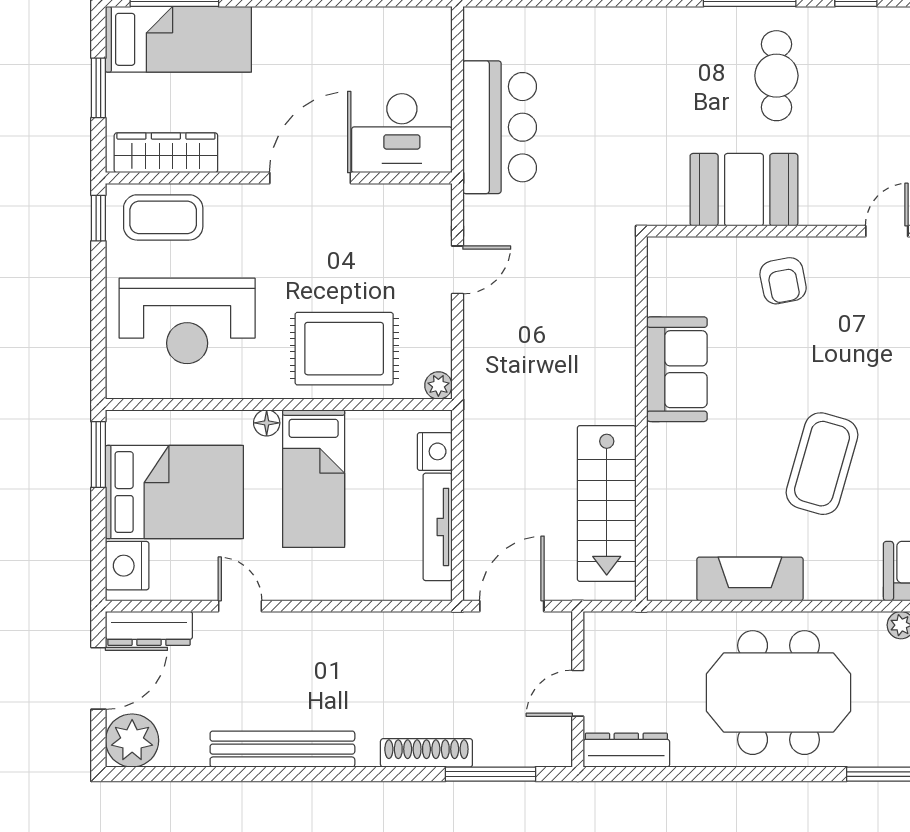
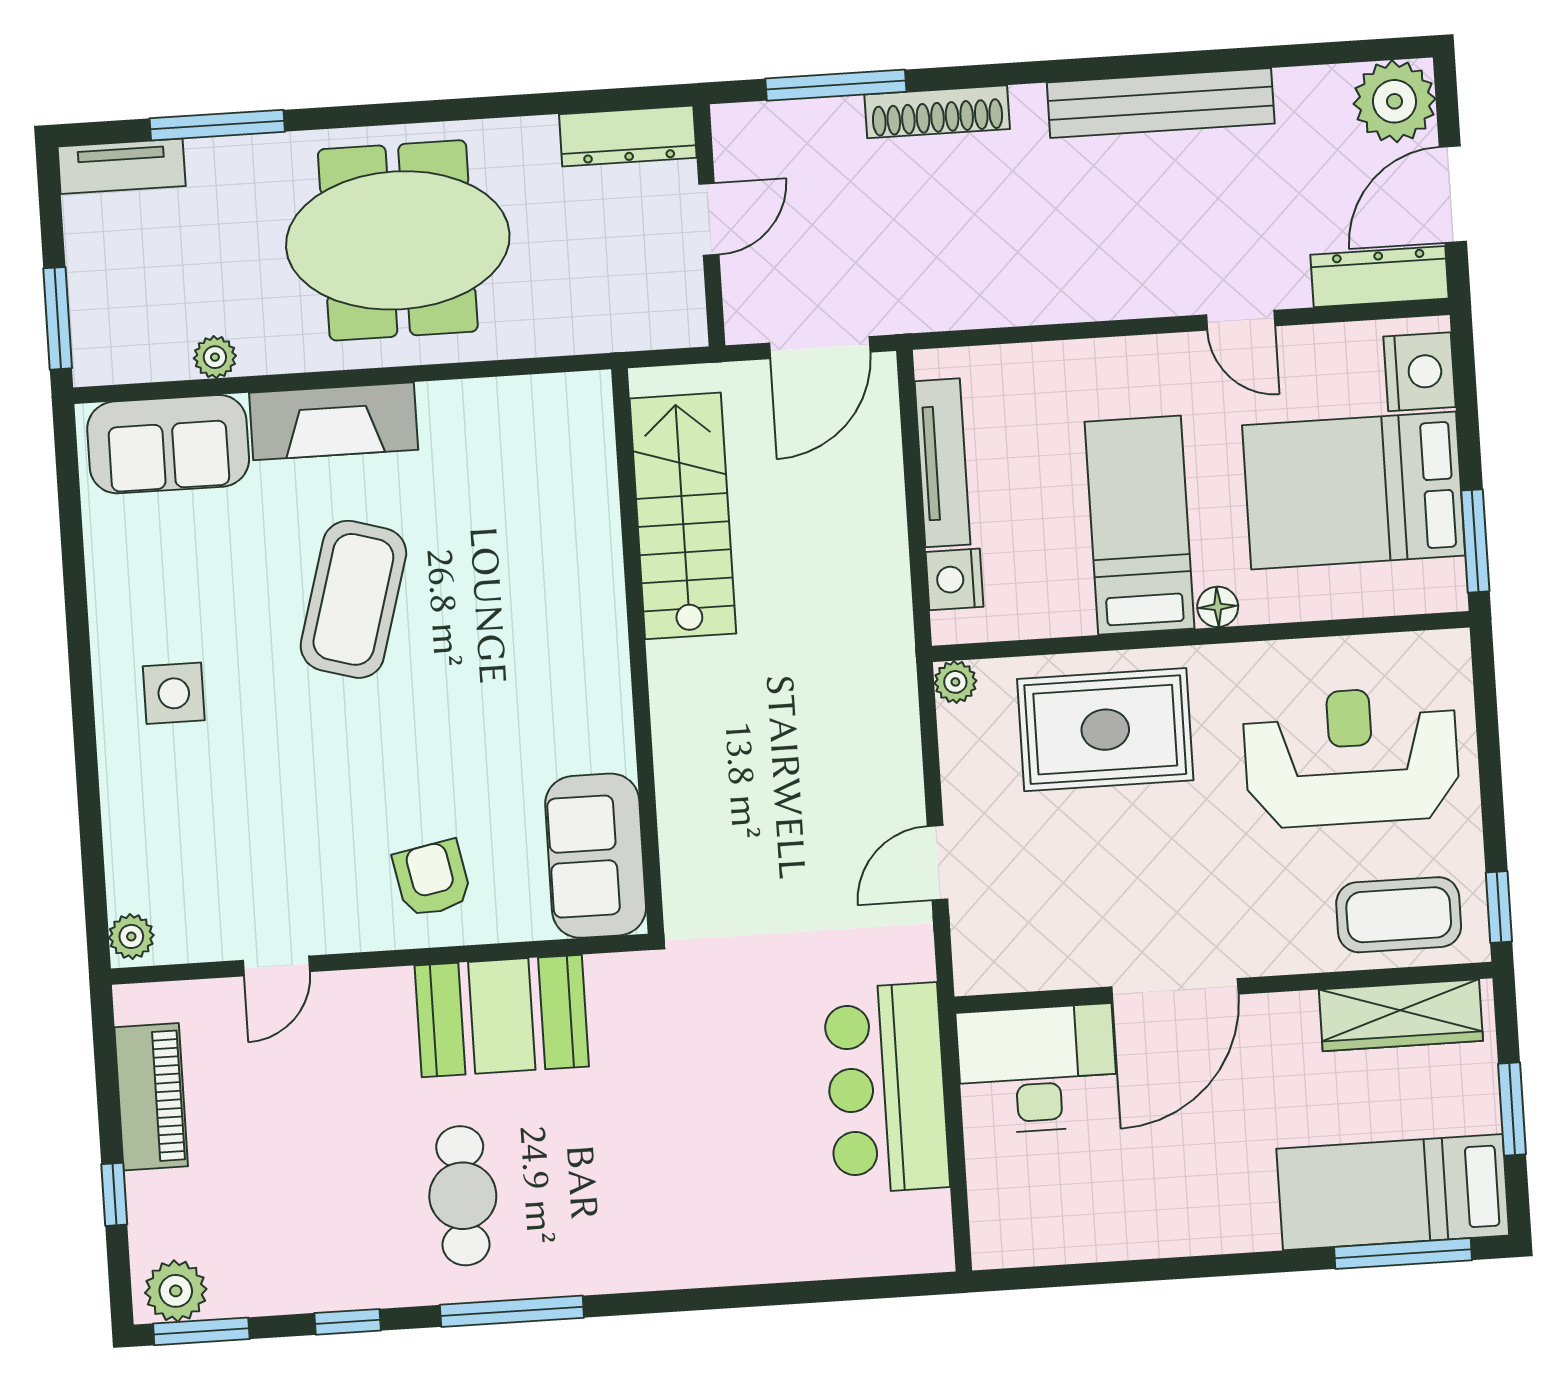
sofa: (677, 369) -> (596, 856), moved
fireplace: (750, 579) -> (334, 421), moved

